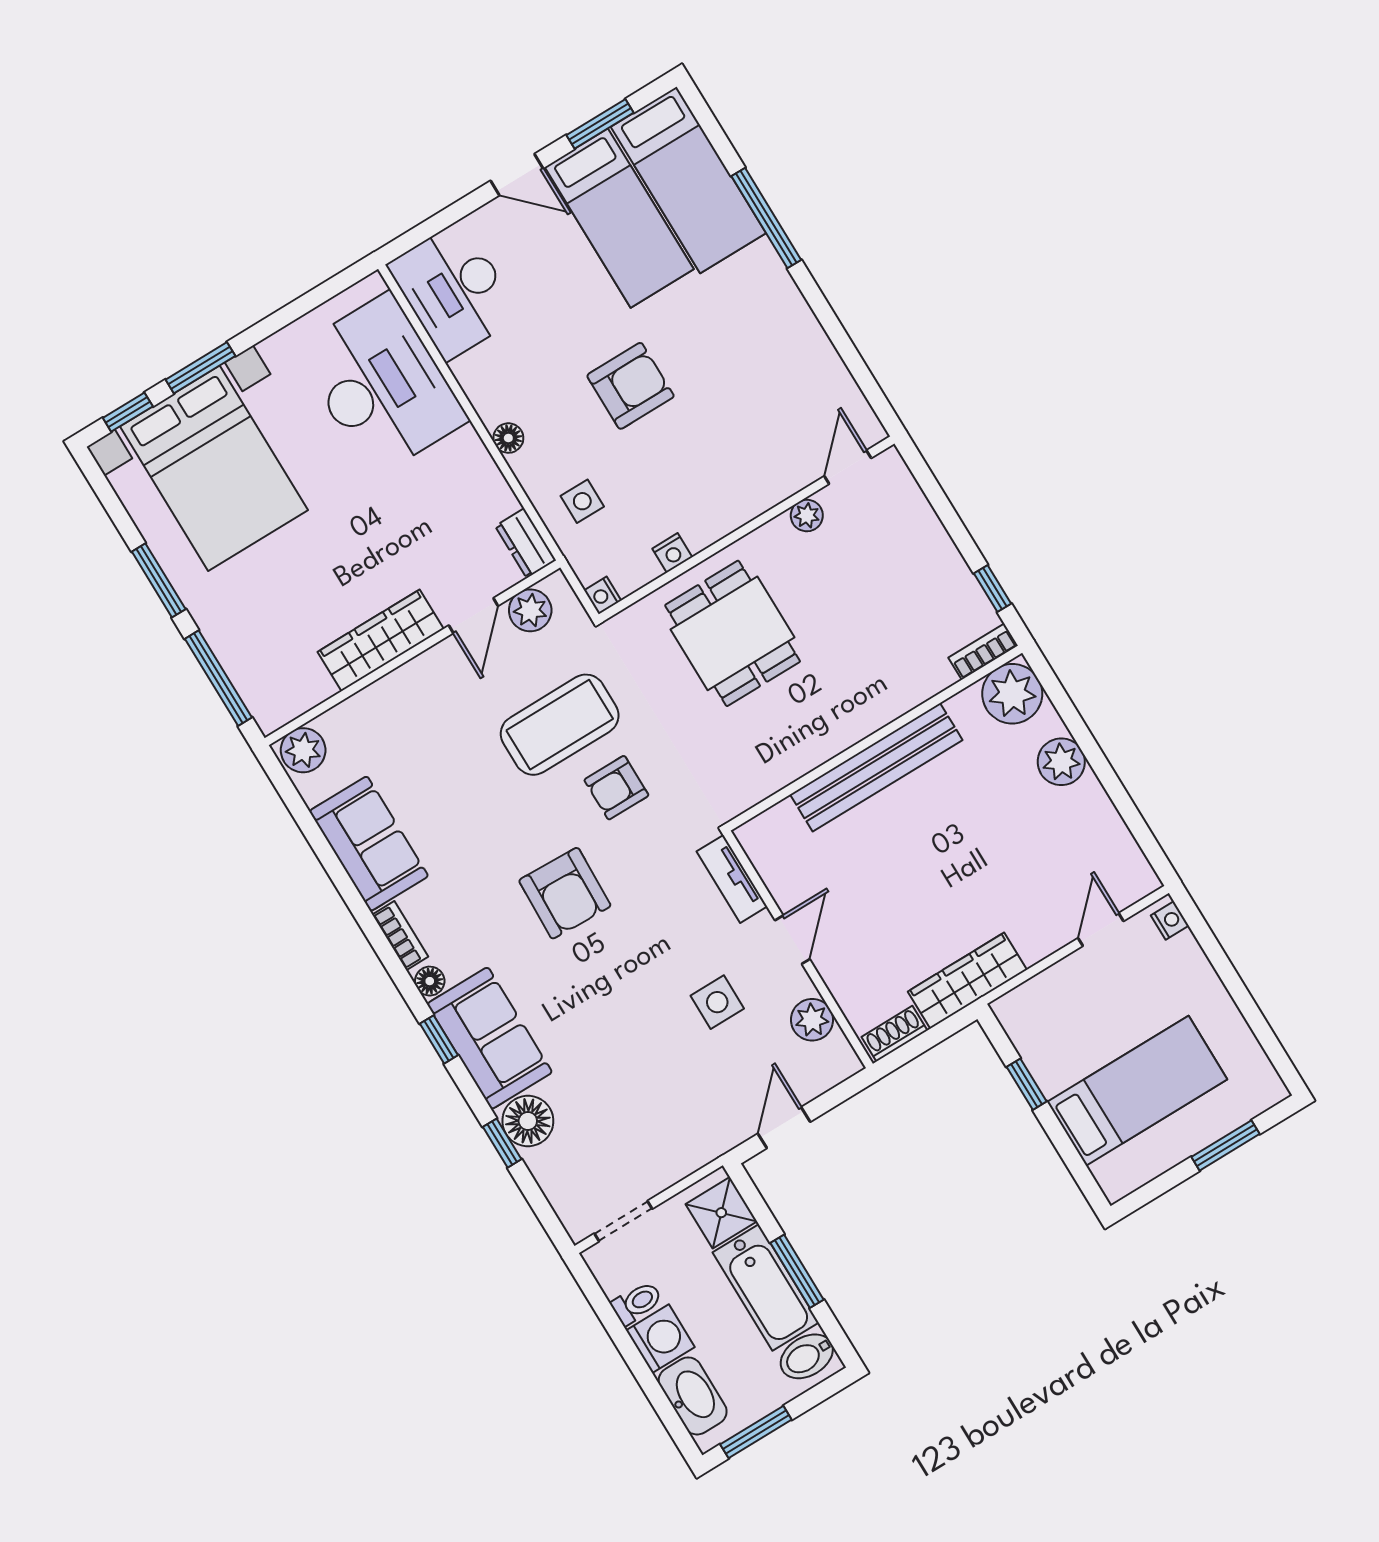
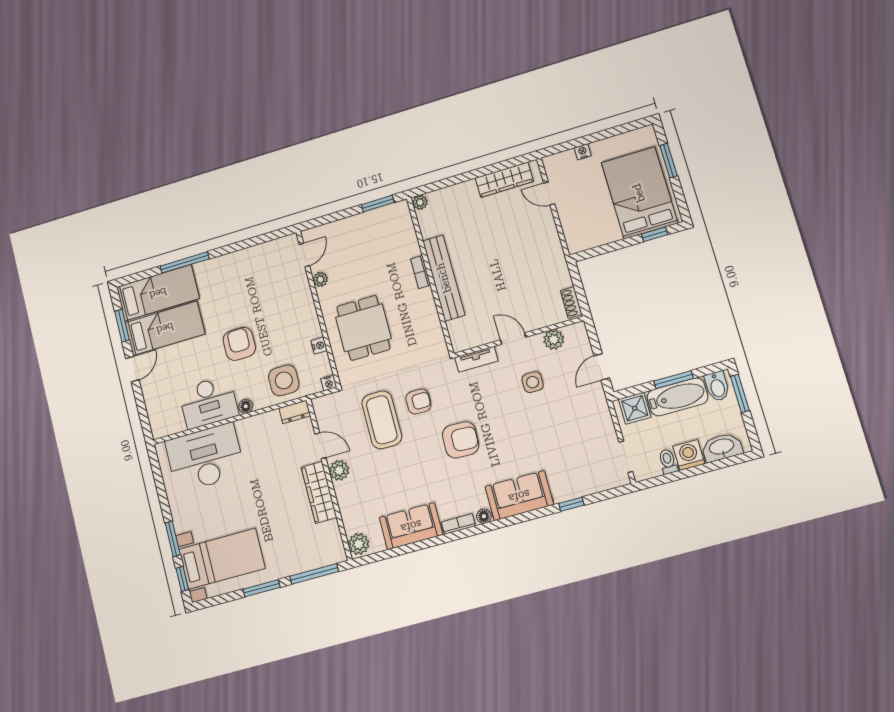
desk: (454, 290) -> (208, 402), moved
door: (848, 467) -> (304, 255), swing flipped
bed with nightstands: (214, 468) -> (222, 559), width x0.73
side table: (582, 501) -> (284, 380), width x1.87, depth x1.87
window: (992, 589) -> (378, 204), width x1.50
plant: (530, 610) -> (339, 470), moved
dining table: (733, 633) -> (363, 328), turned 90
bookcase: (983, 652) -> (421, 272), moved
plant: (1012, 694) -> (420, 202), width x0.53, depth x0.53
plant: (1061, 762) -> (466, 192), removed
armchair: (616, 788) -> (418, 402), turned -90
nightstand: (1170, 920) -> (583, 152), moved
wardrobe: (967, 981) -> (504, 180), moved, turned -90
window: (439, 1039) -> (513, 520), removed
window: (1027, 1084) -> (655, 234), moved
bed: (1137, 1091) -> (639, 193), width x1.50
floor lamp: (528, 1121) -> (564, 489), removed
door: (784, 1128) -> (602, 367), hinge flipped
window: (756, 1432) -> (740, 393), moved

